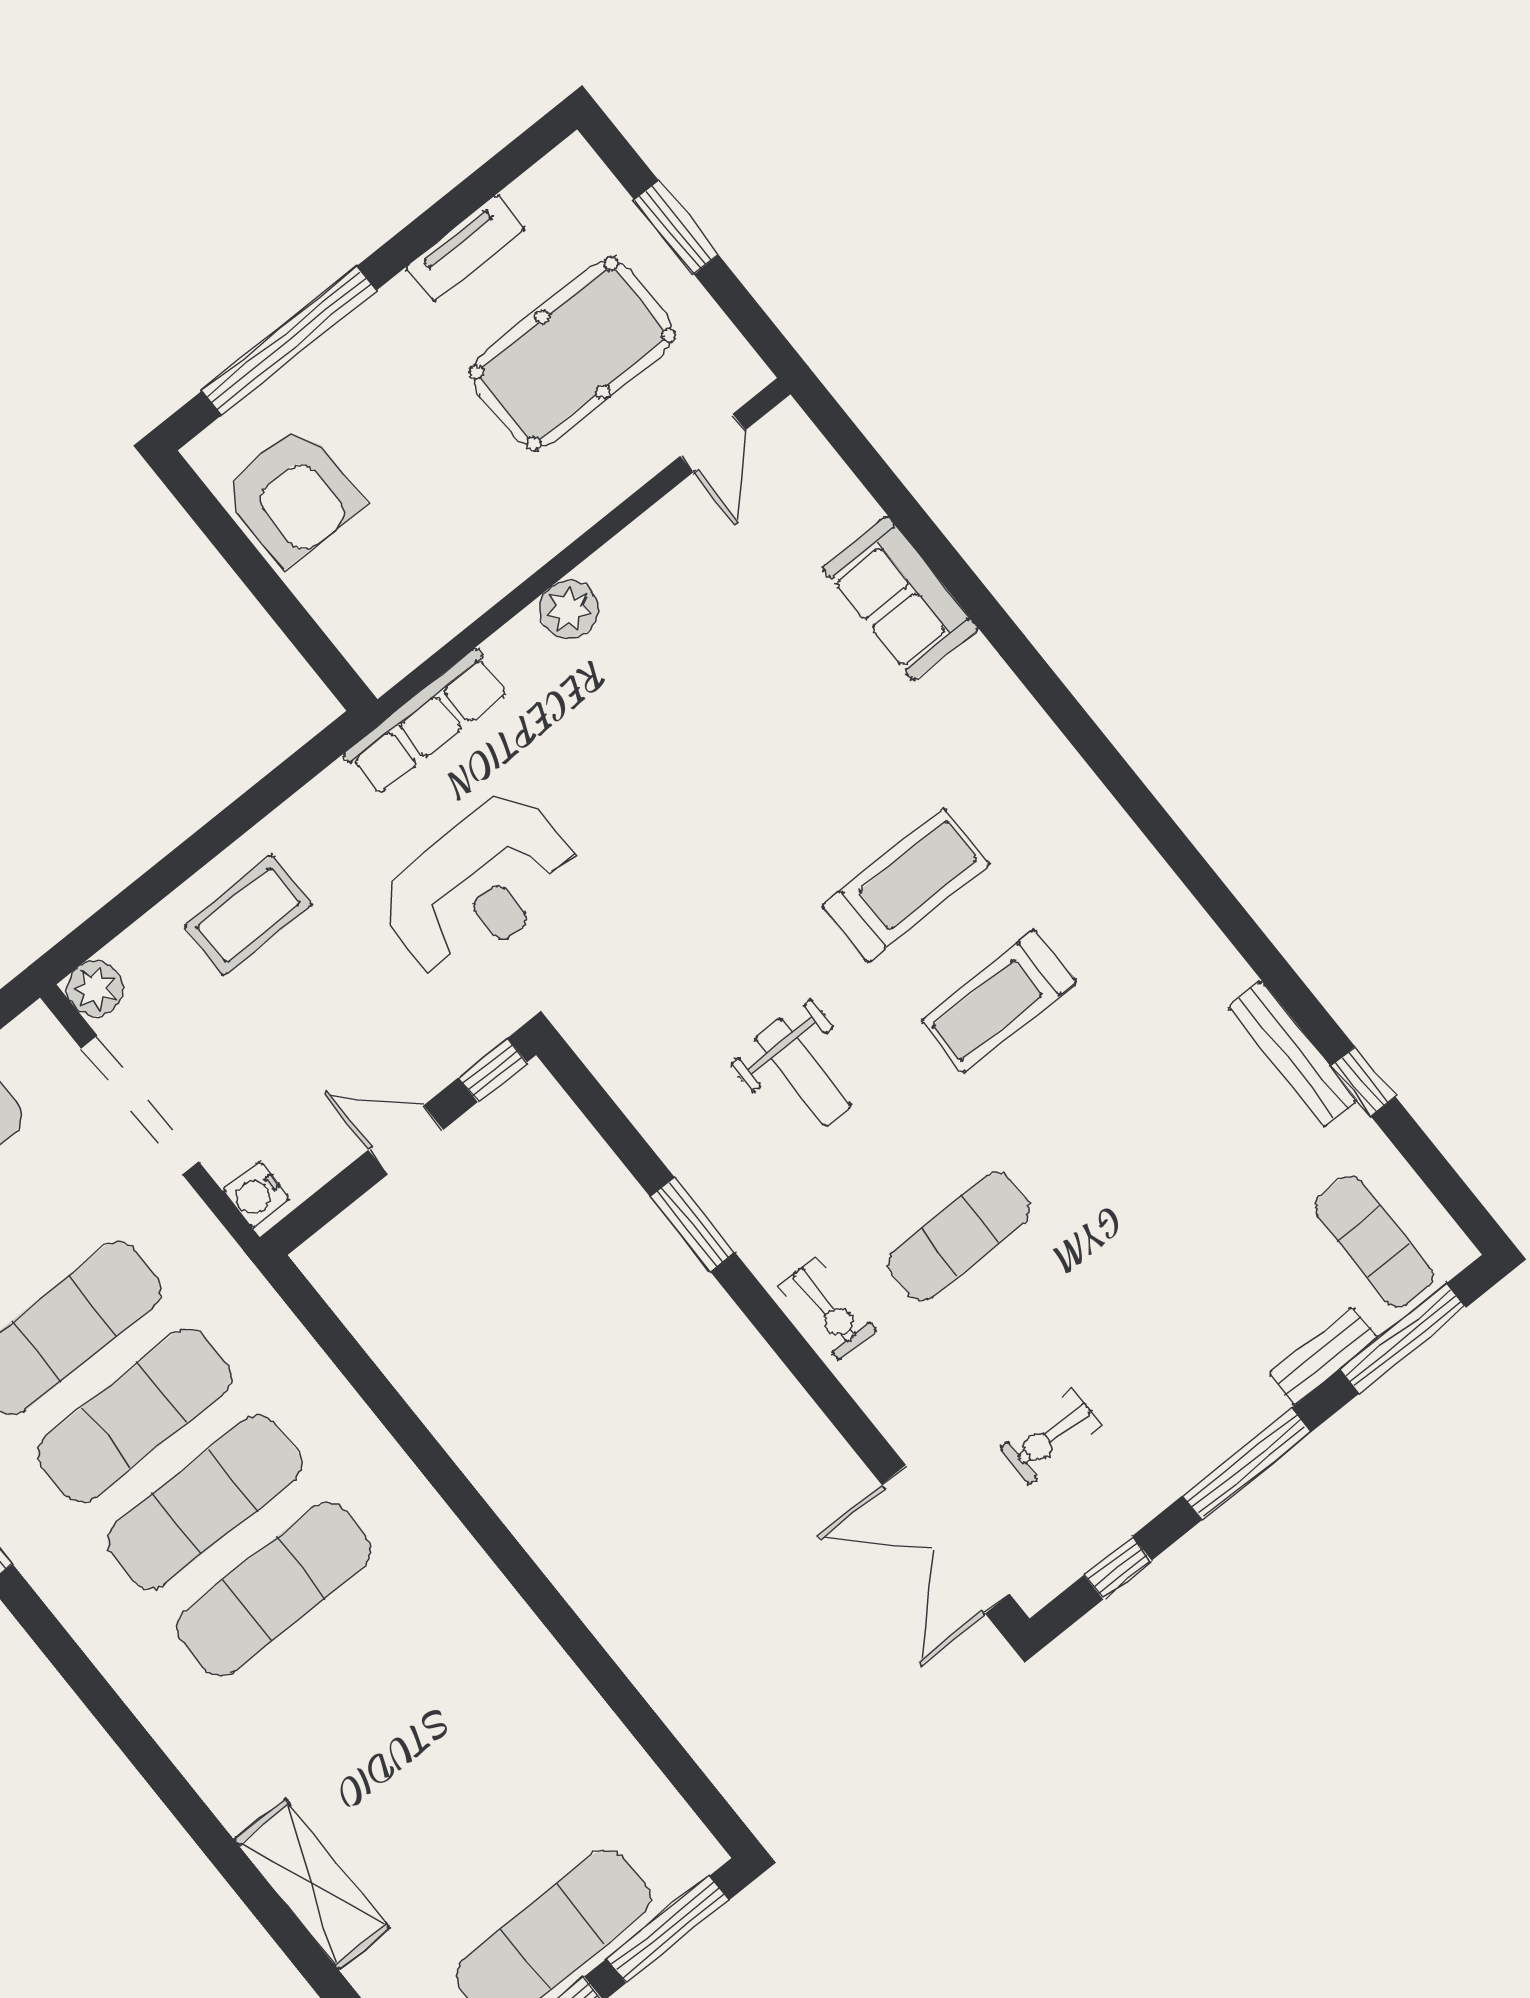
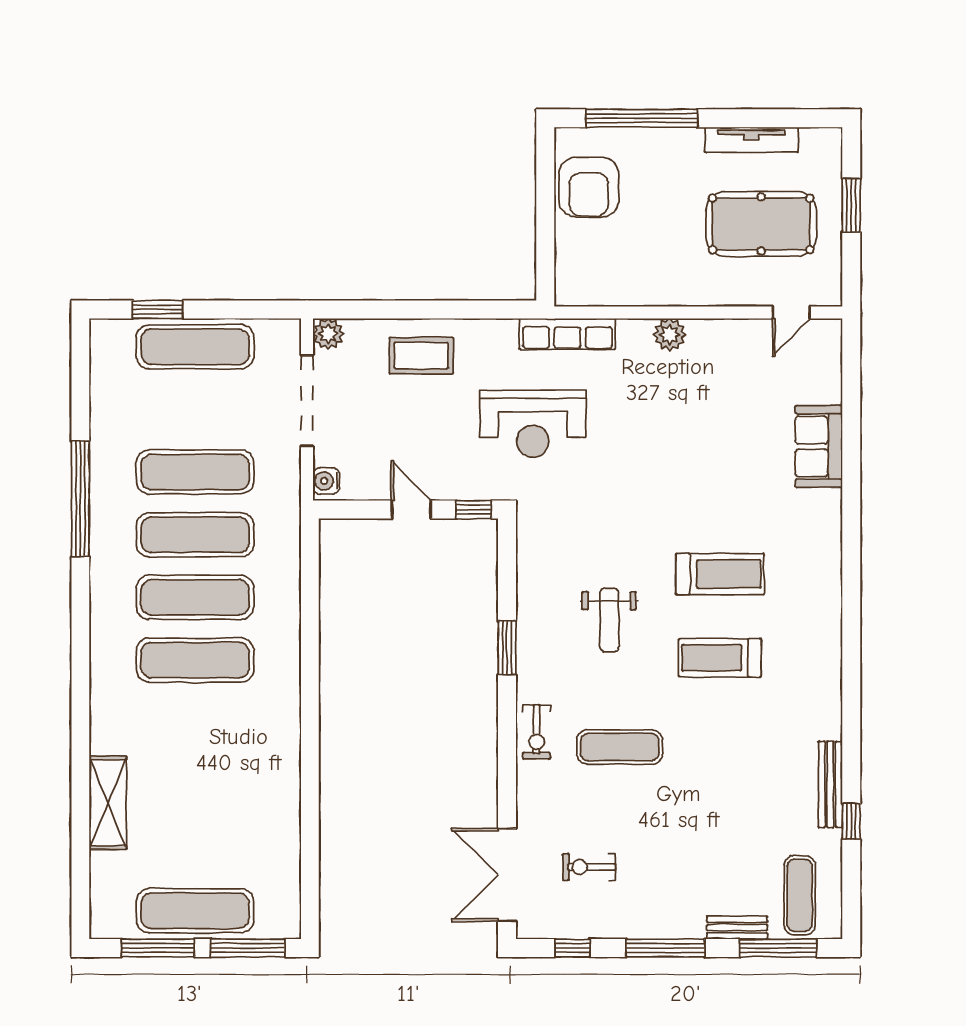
tv unit: (465, 248) -> (751, 140), width x1.41

